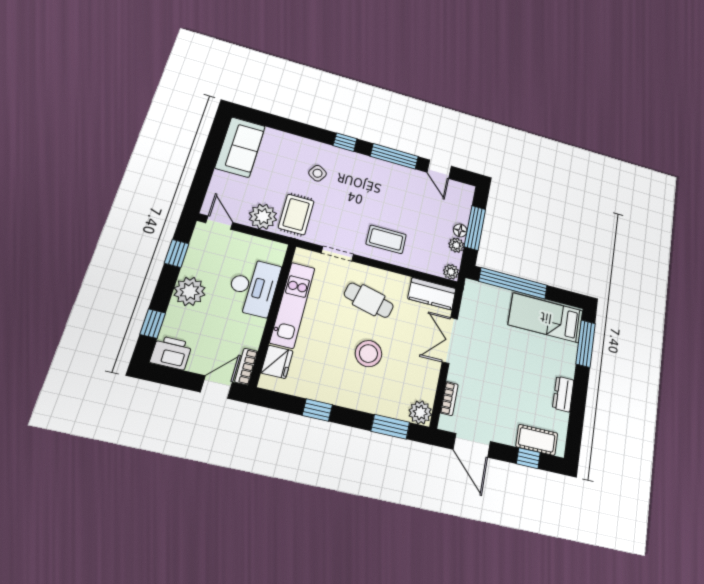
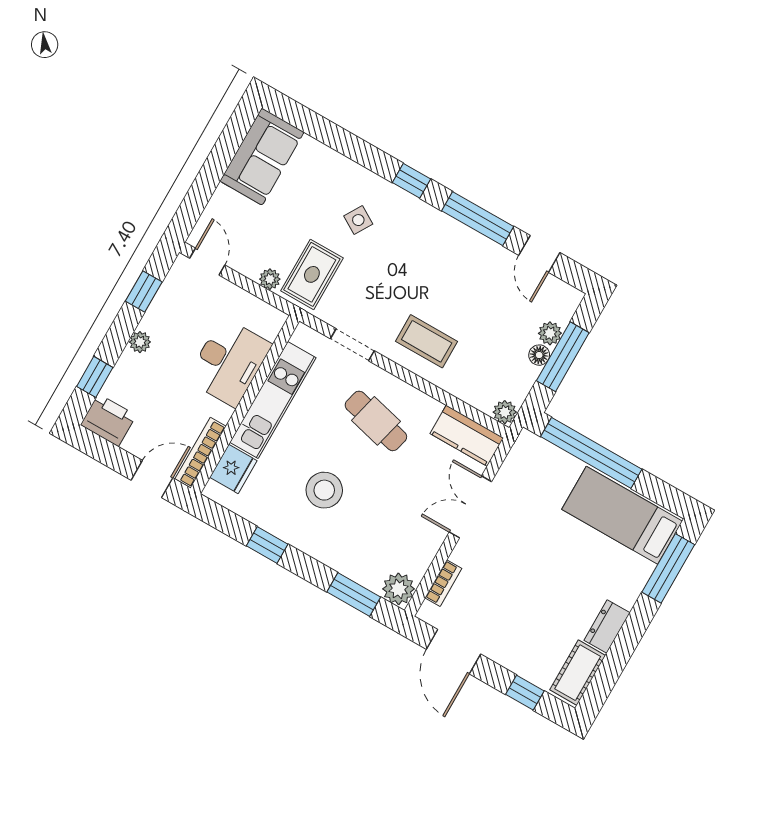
plant: (263, 217) -> (270, 279), width x0.53, depth x0.53
plant: (456, 245) -> (550, 333), moved
plant: (190, 291) -> (140, 342), width x0.53, depth x0.53
stool: (368, 354) -> (324, 490), moved
bookcase: (246, 367) -> (200, 453), width x1.56
cot: (537, 440) -> (578, 673), moved, turned 90

